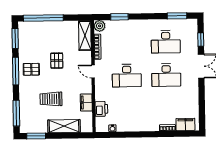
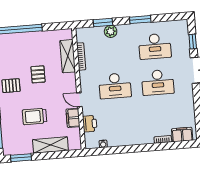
window: (177, 16) -> (140, 20), moved
plant: (100, 26) -> (111, 31), moved
shelving: (85, 35) -> (68, 56), moved
door: (93, 71) -> (79, 100), moved

